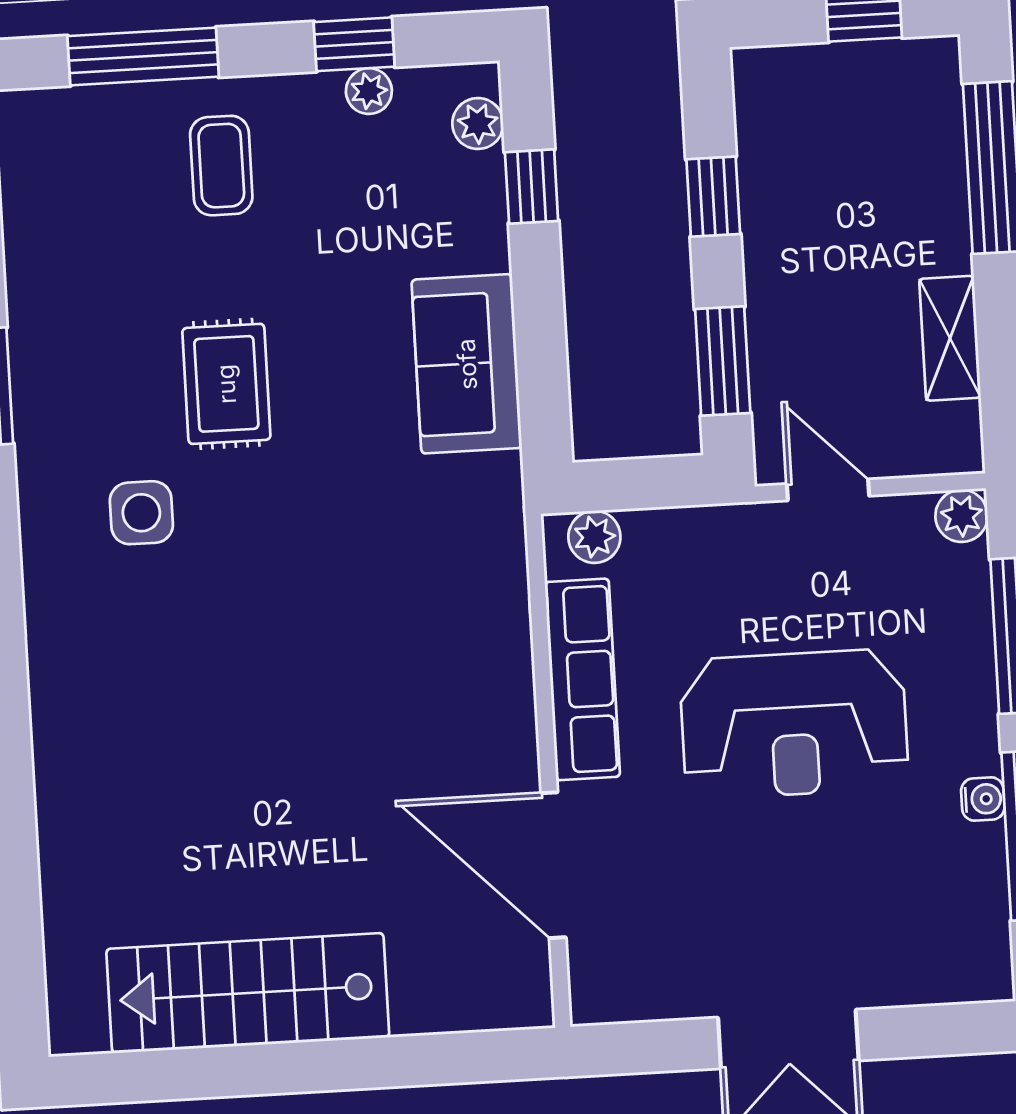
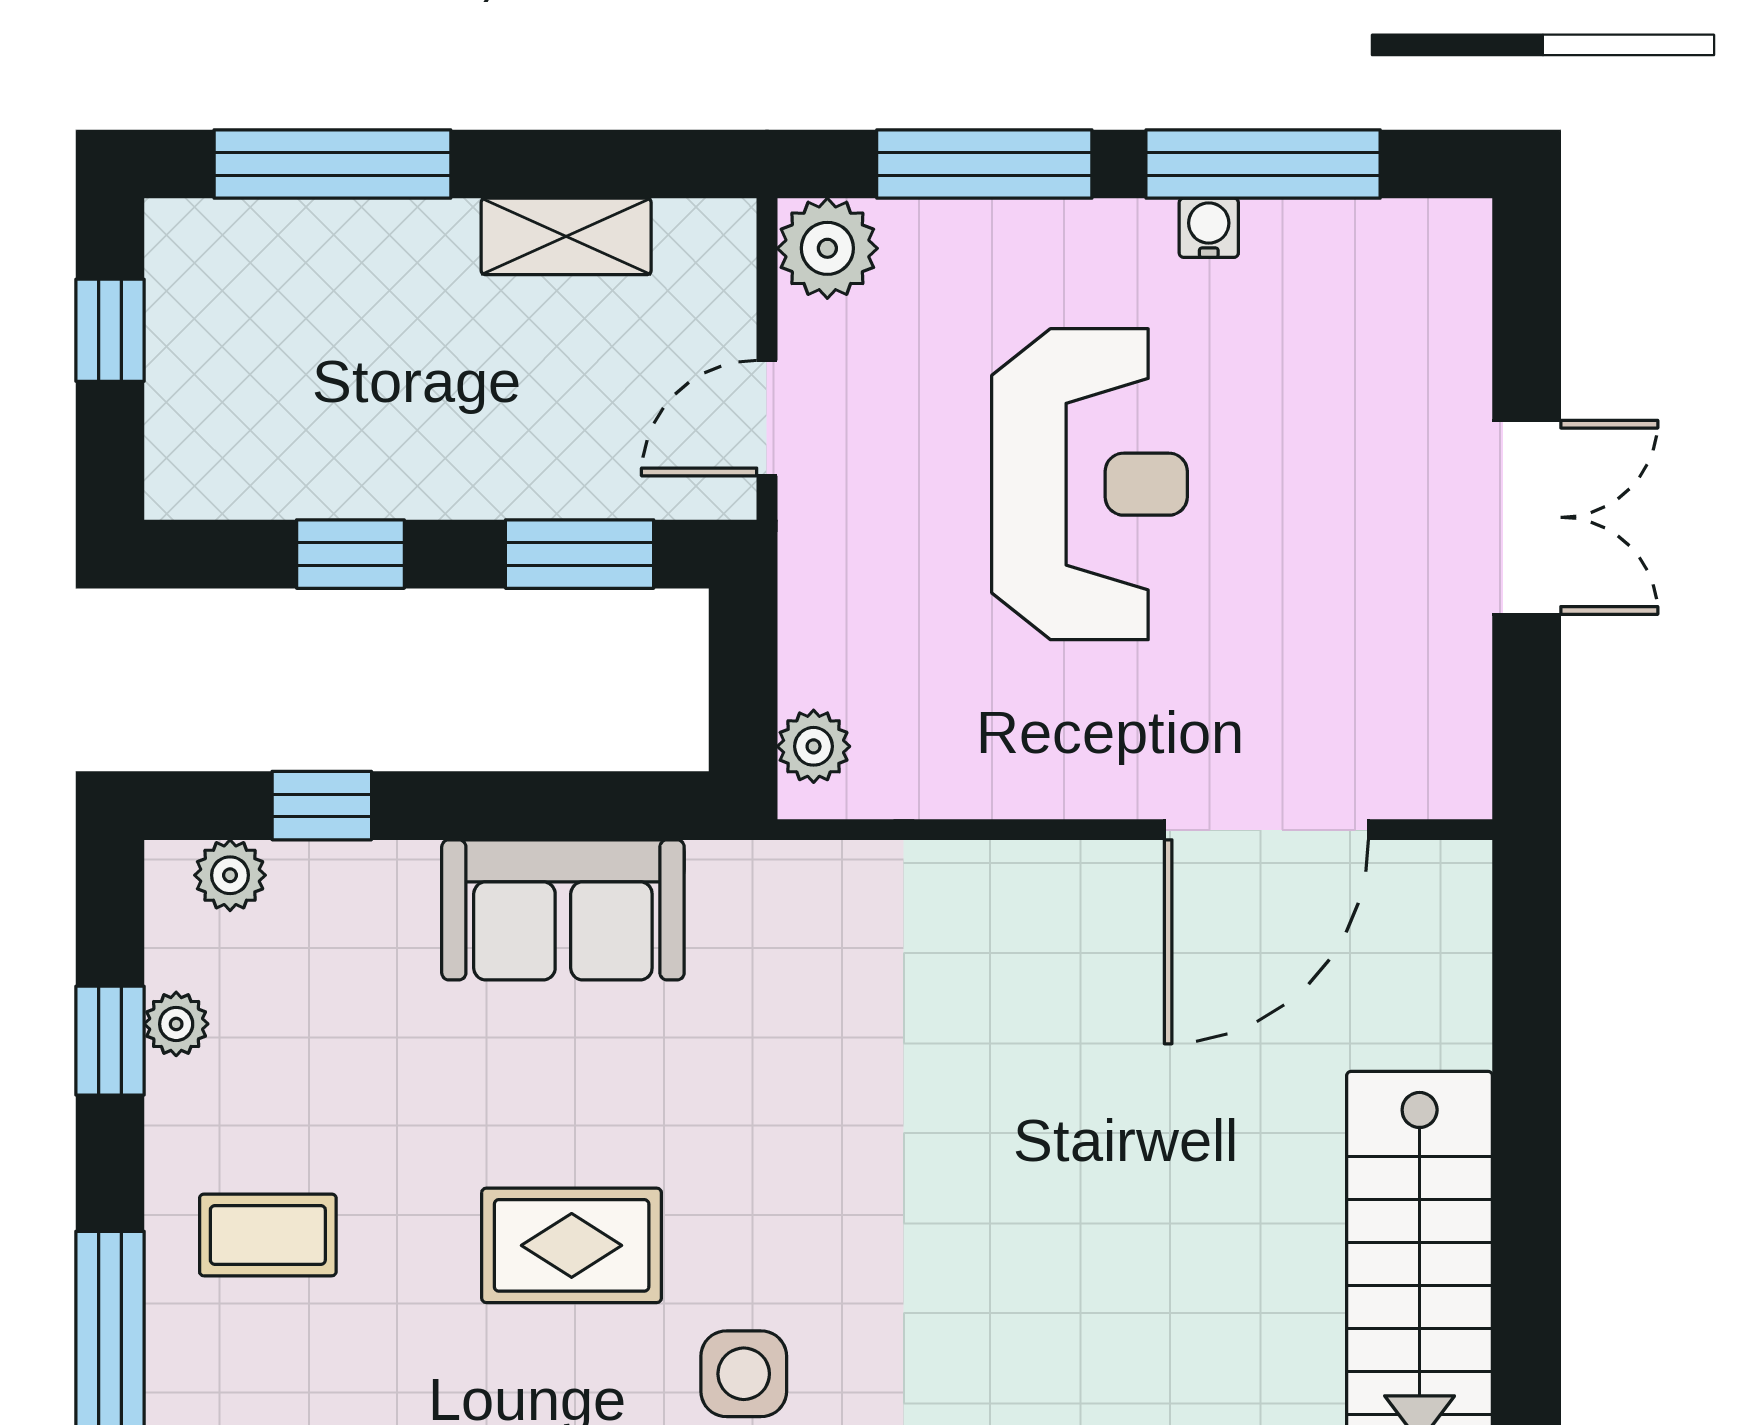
plant: (962, 516) -> (827, 248), width x1.38, depth x1.38
row of seats: (582, 679) -> (1011, 775), removed

